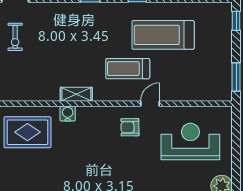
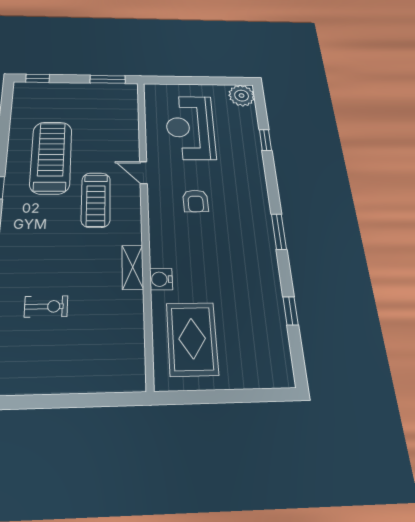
treadmill: (163, 35) -> (51, 157), turned 180
exercise bike: (15, 37) -> (46, 306), moved
armchair: (130, 127) -> (195, 201), moved

